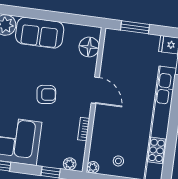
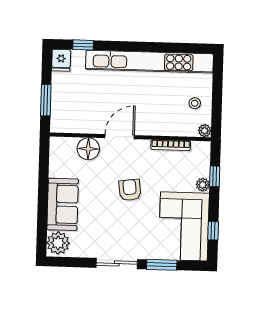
floor lamp: (89, 47) -> (88, 149), moved
bookcase: (84, 129) -> (171, 145), width x1.56
plant: (70, 164) -> (203, 185), moved

